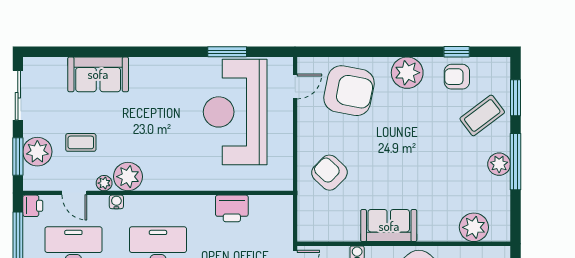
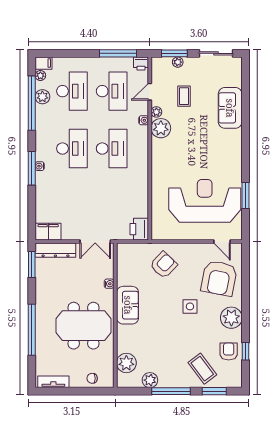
side table: (391, 134) -> (190, 306), added
plant: (37, 152) -> (178, 62), width x0.53, depth x0.53
plant: (499, 164) -> (150, 380), moved
printer: (232, 208) -> (139, 229), moved

